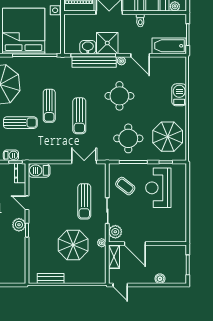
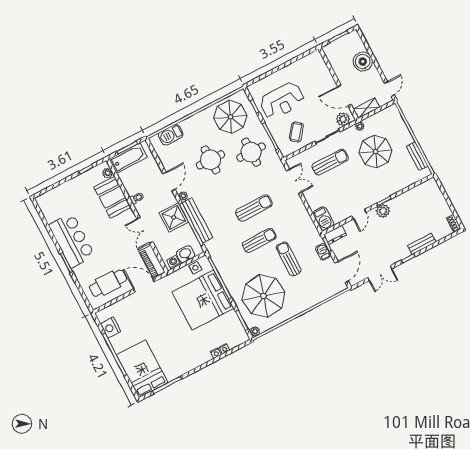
side table: (55, 10) -> (195, 268), moved
washing machine: (69, 23) -> (174, 262), added
bathtub: (169, 46) -> (128, 158), moved, turned -90
washbasin: (88, 47) -> (186, 254), moved, turned 90
barbecue: (179, 95) -> (171, 135), moved
round table: (119, 96) -> (210, 160), moved
double door: (84, 162) -> (294, 181), swing flipped
door: (135, 244) -> (344, 95), swing flipped
boiler: (160, 279) -> (363, 61), width x1.86, depth x1.86

